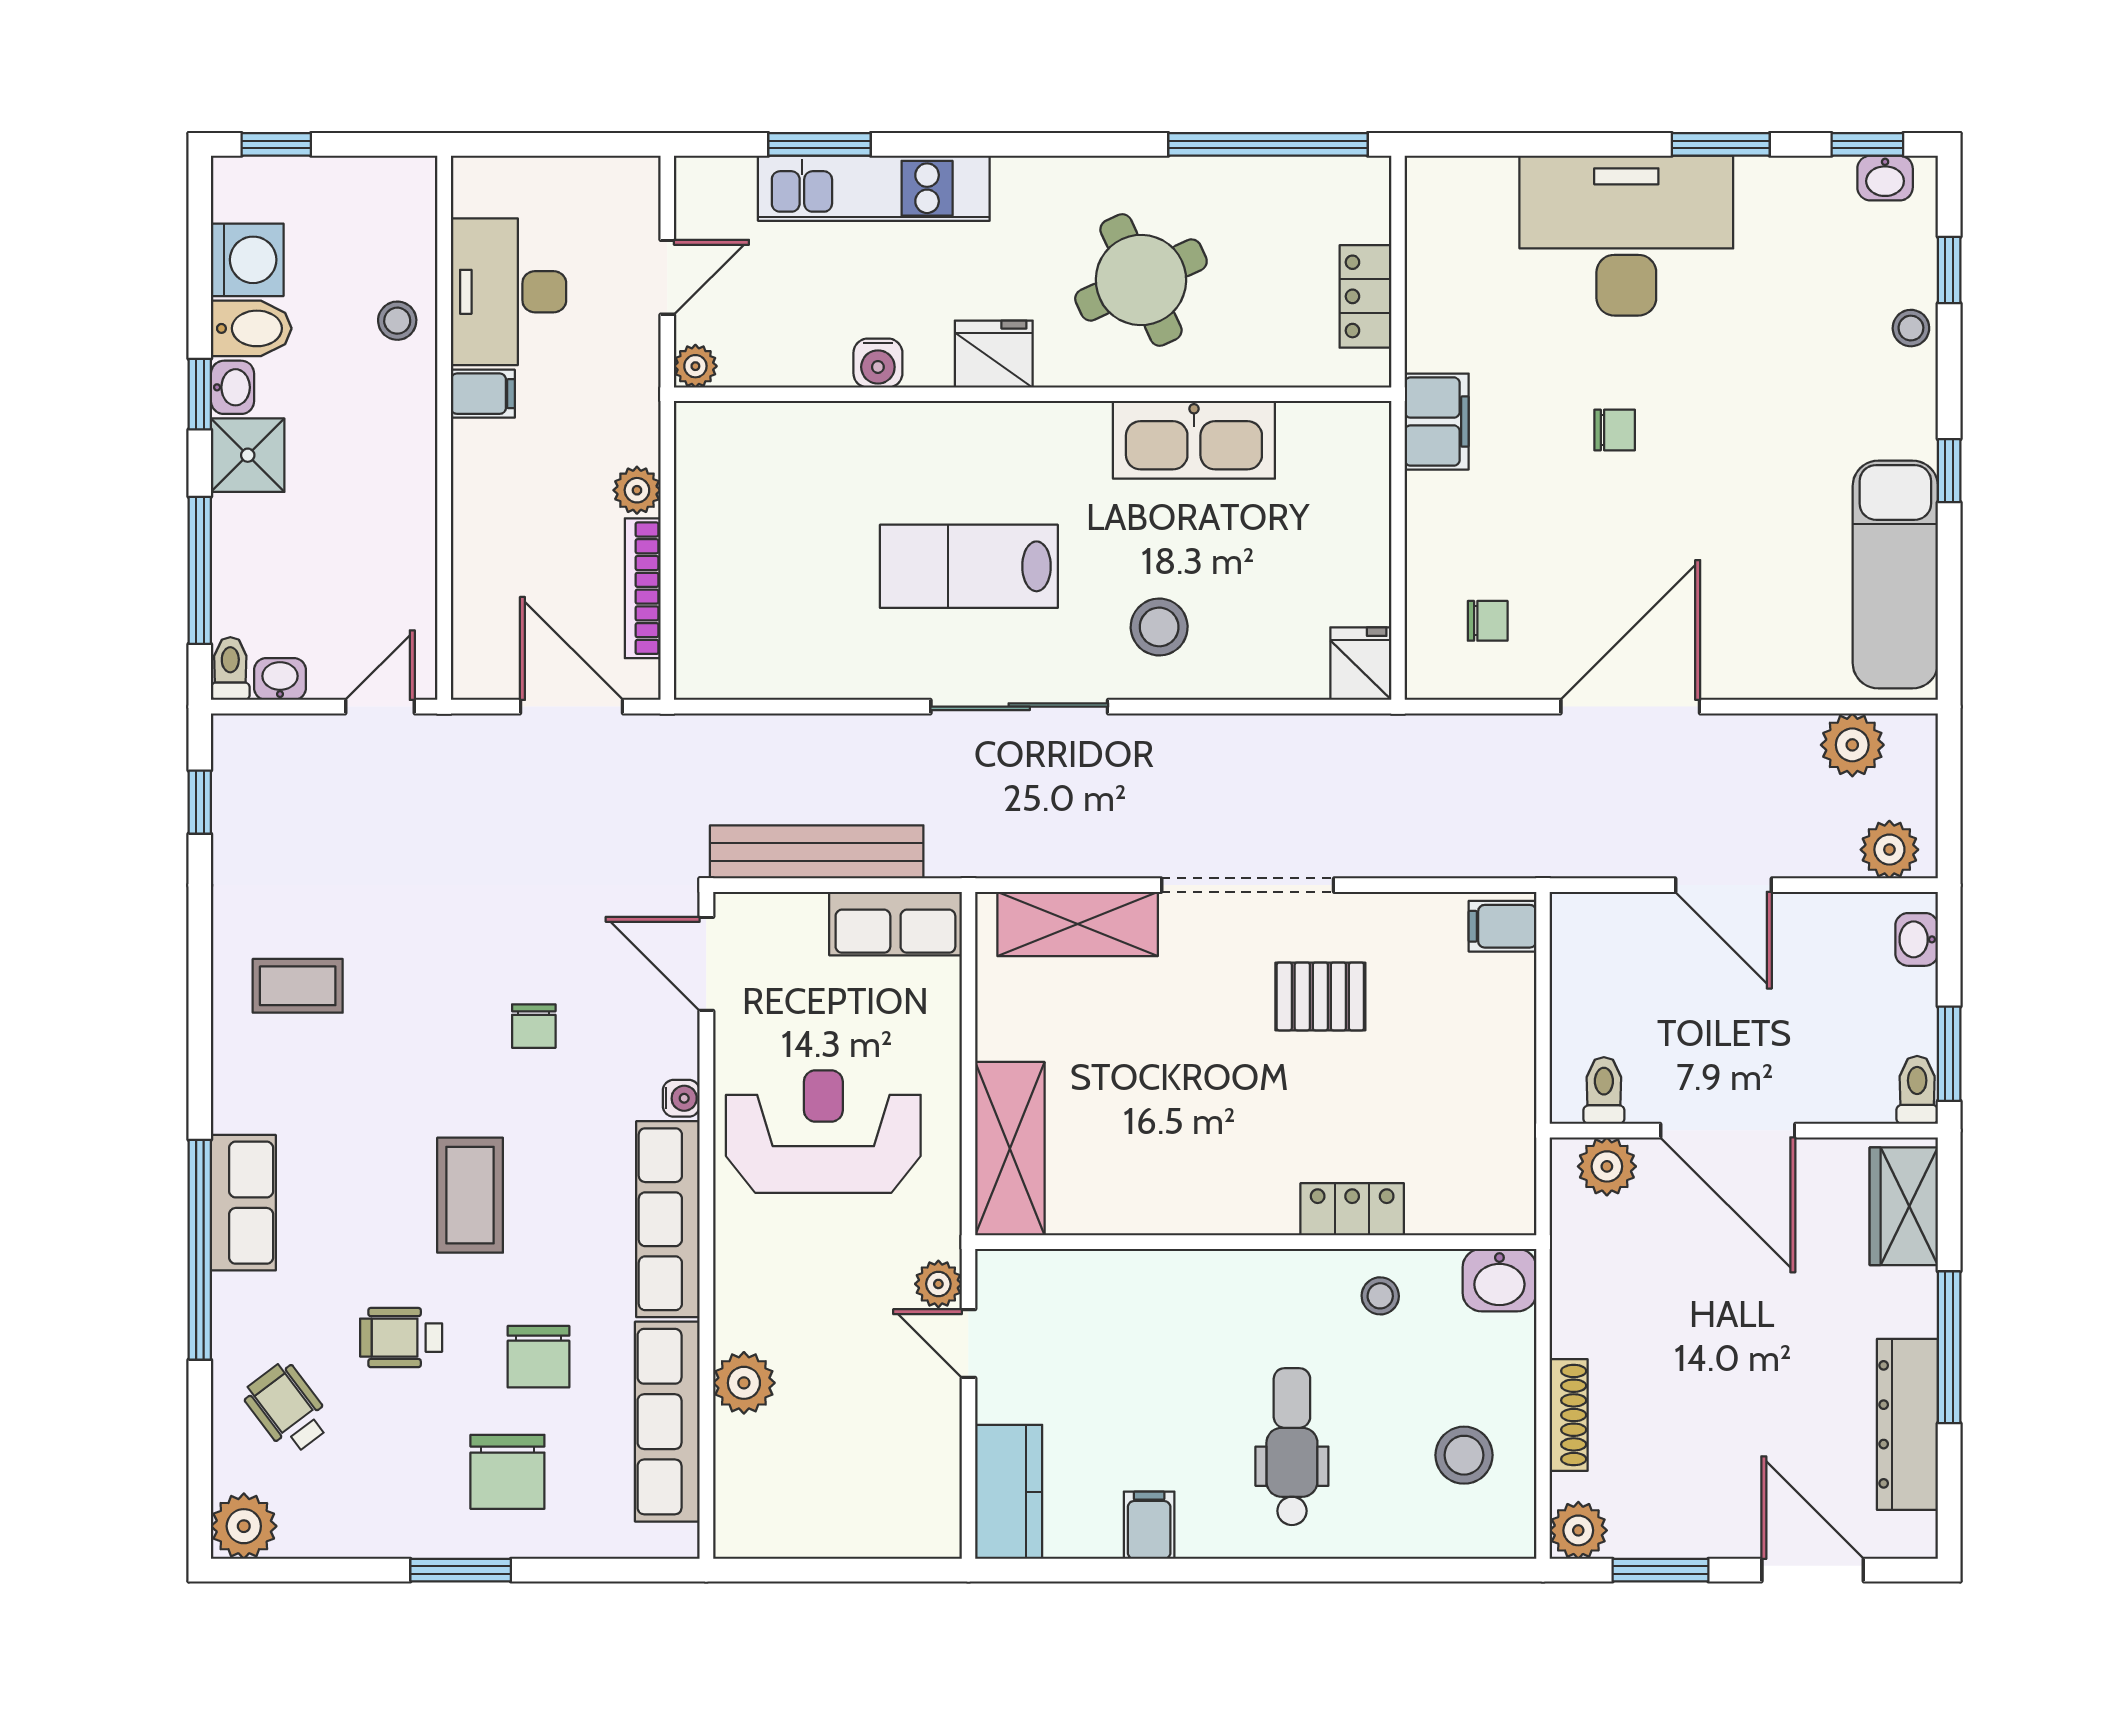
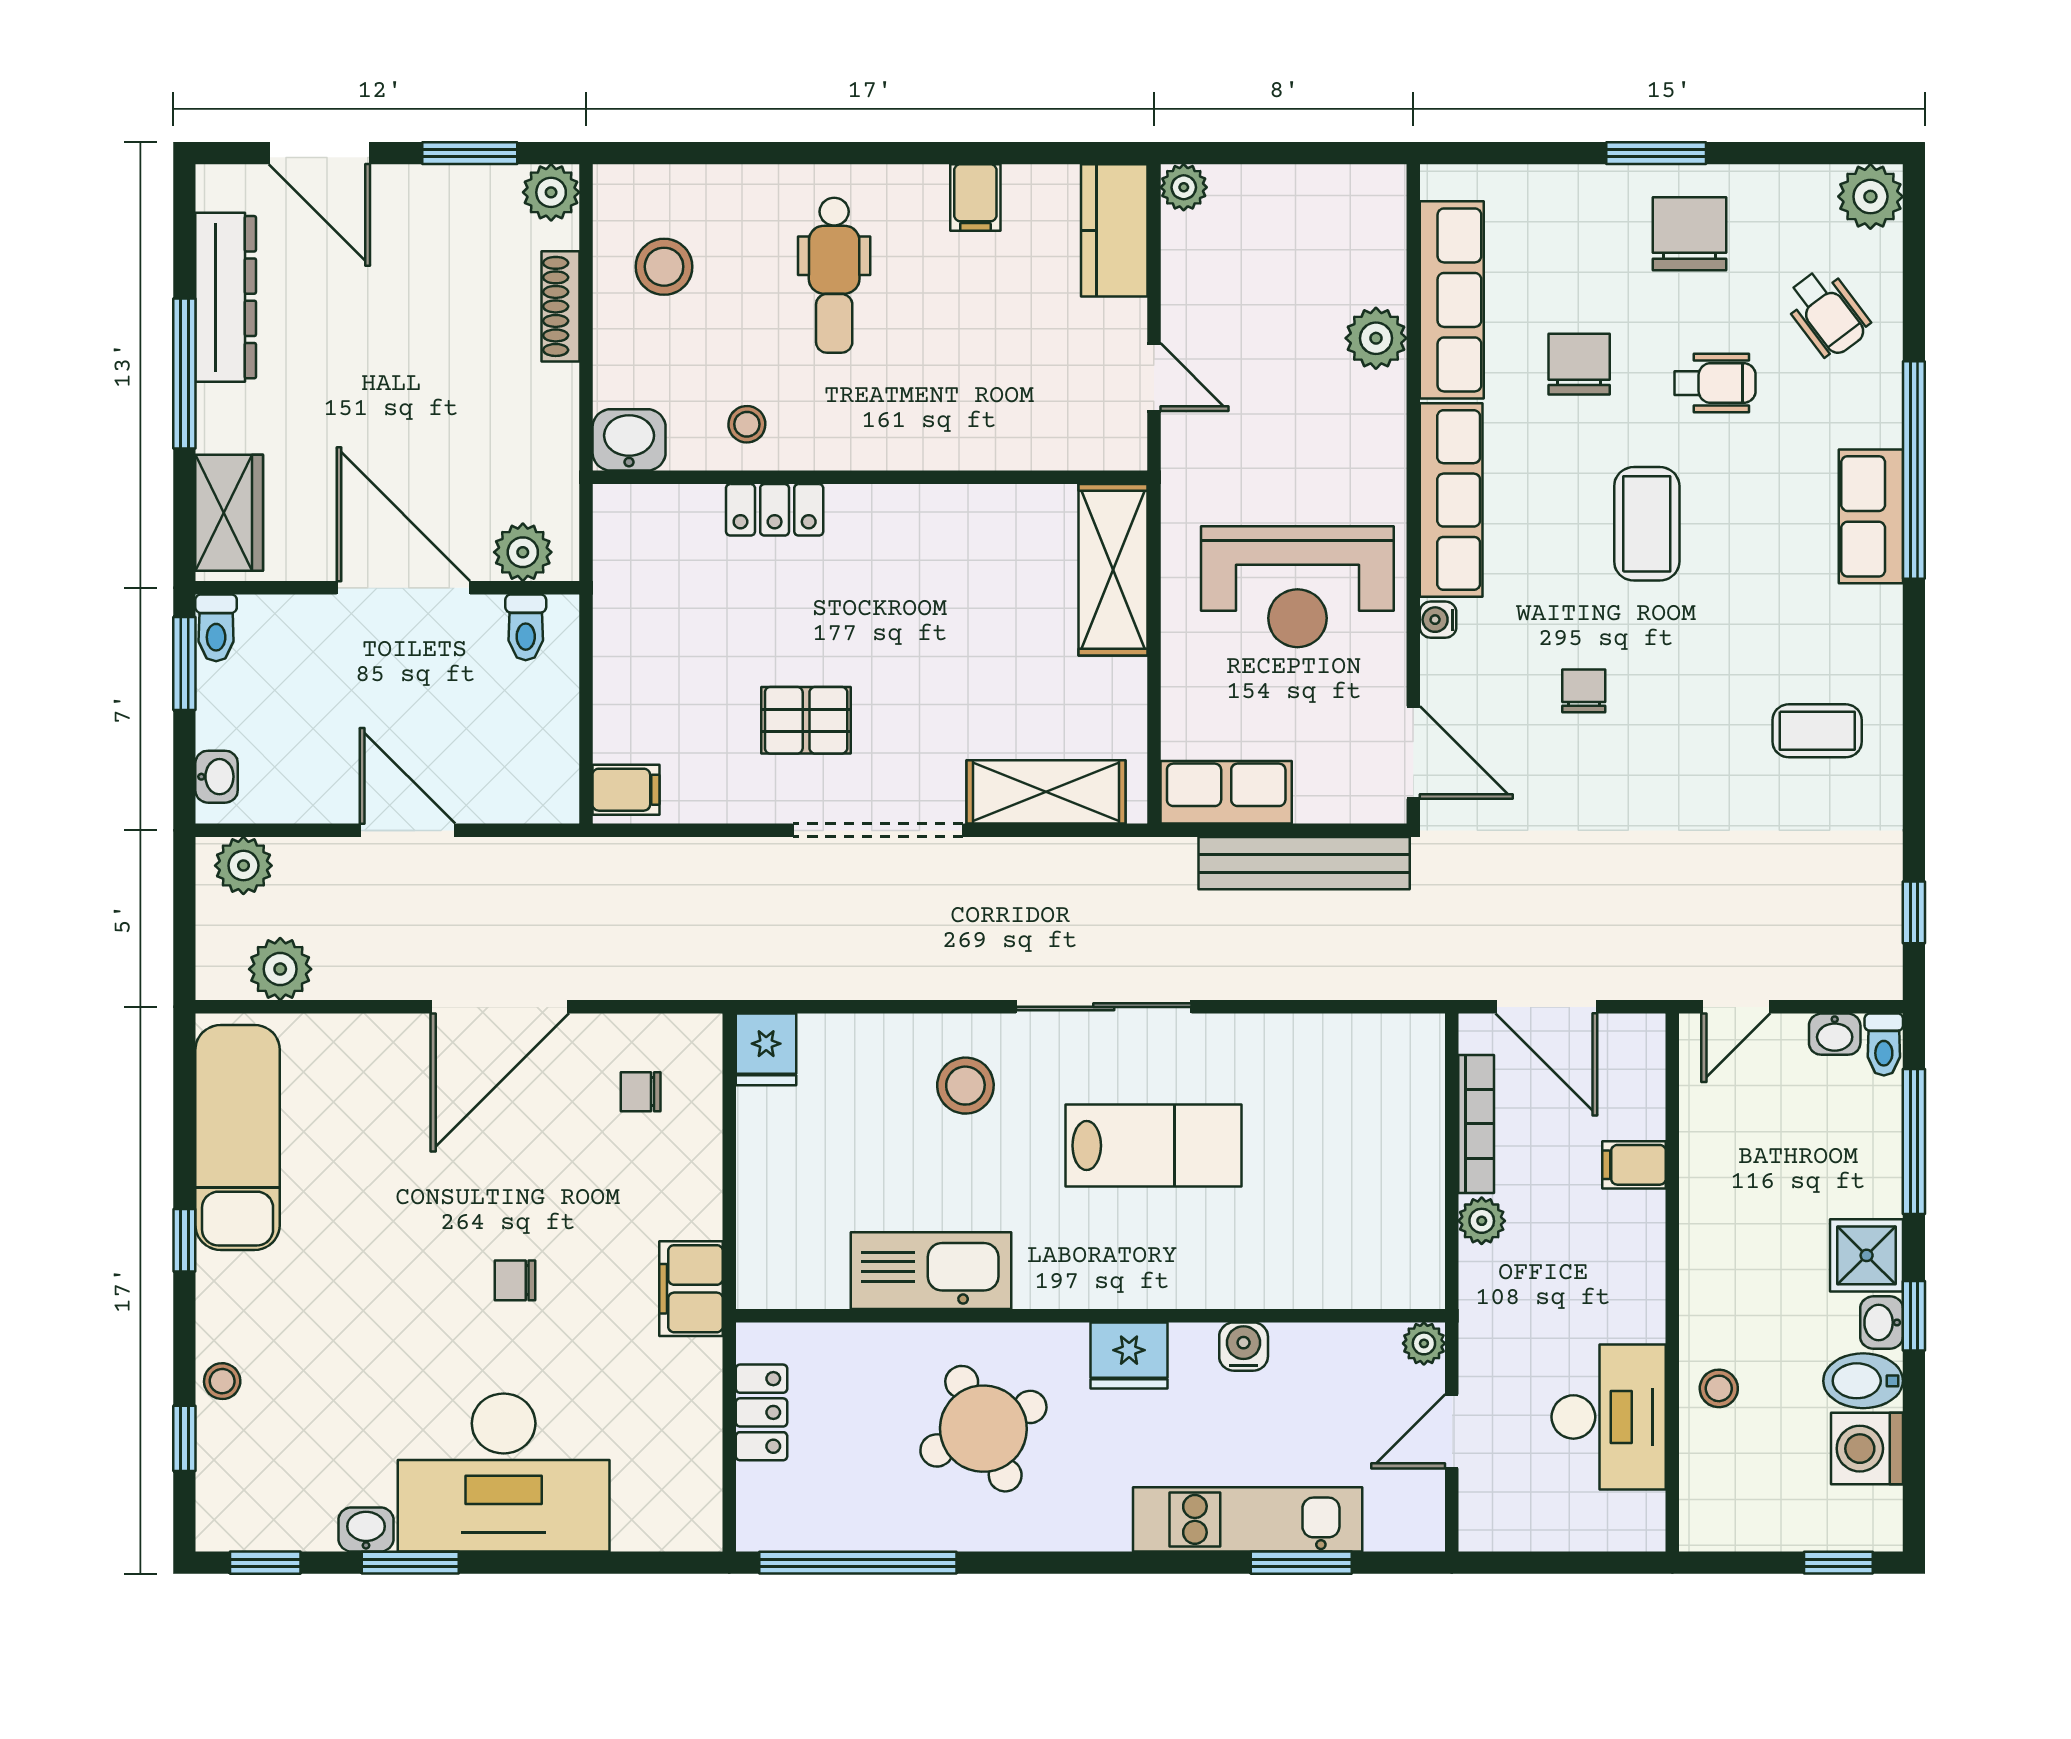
washbasin: (1885, 178) -> (366, 1529), moved
filing cabinet: (483, 394) -> (1634, 1165), moved
plant: (938, 1284) -> (1184, 187), moved
chair: (507, 1472) -> (1689, 234), moved

